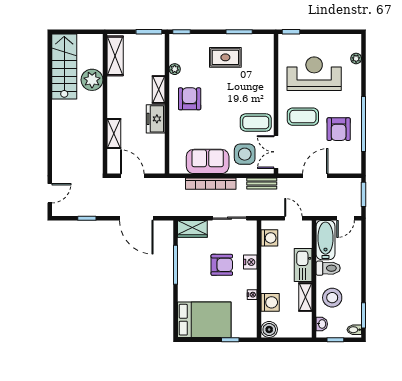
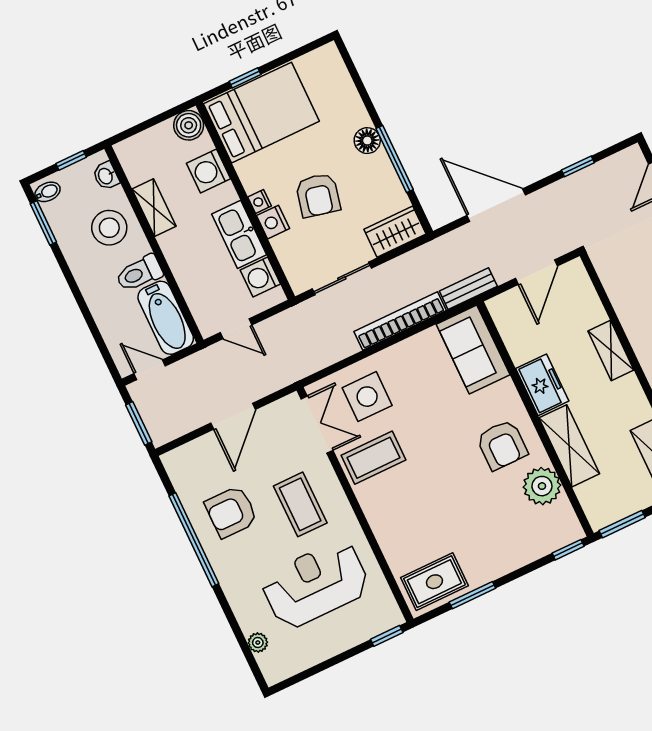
rug: (225, 57) -> (434, 582), moved
plant: (175, 69) -> (542, 486), width x1.88, depth x1.88
reception desk: (314, 74) -> (315, 584), turned 180
shelving: (159, 90) -> (569, 446), width x1.50, depth x1.33
coffee table: (303, 117) -> (300, 504), turned 90
armchair: (339, 129) -> (231, 512), turned -90
shelving: (114, 134) -> (611, 351), moved
sofa: (208, 161) -> (473, 349), moved, turned 90
door: (132, 176) -> (536, 272), hinge flipped
bench: (262, 184) -> (468, 289), moved
door: (346, 218) -> (150, 370), hinge flipped
armchair: (222, 265) -> (318, 195), turned -77
kitchen sink: (303, 265) -> (239, 234), moved, turned 180
floor lamp: (185, 280) -> (367, 141), added
nightstand: (252, 295) -> (259, 201), moved
bed: (204, 320) -> (261, 113), moved, turned 180

